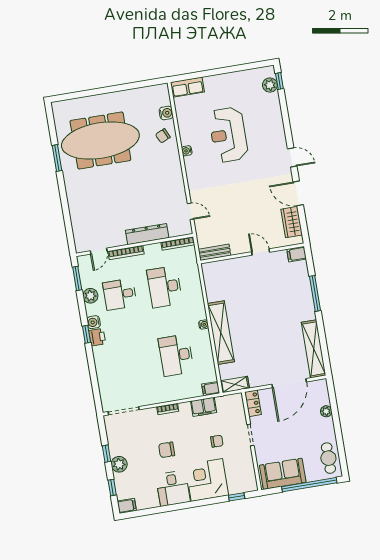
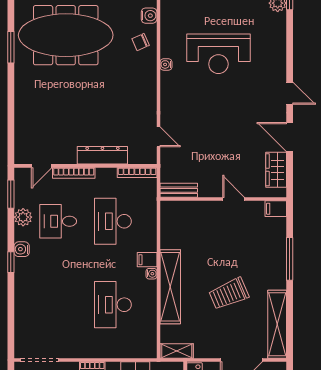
reception desk: (228, 135) -> (218, 54), turned -90
trolley: (270, 330) -> (229, 294), added
printer: (97, 337) -> (23, 268), removed
filing cabinet: (211, 389) -> (147, 260), moved

